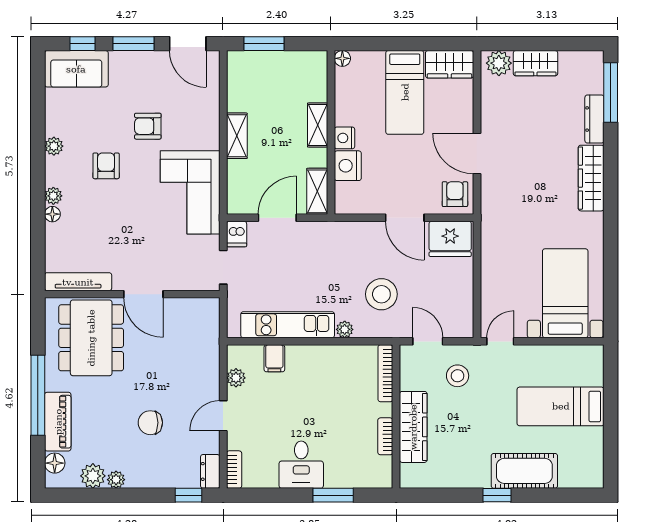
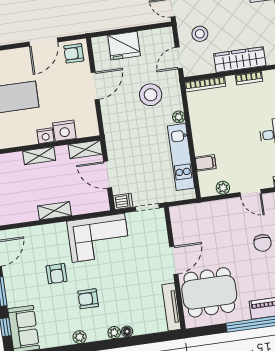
fridge: (450, 239) -> (124, 46), moved, turned 90

